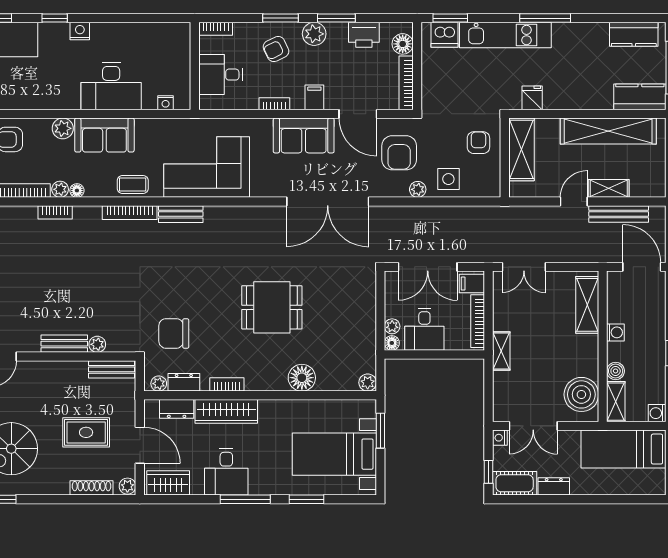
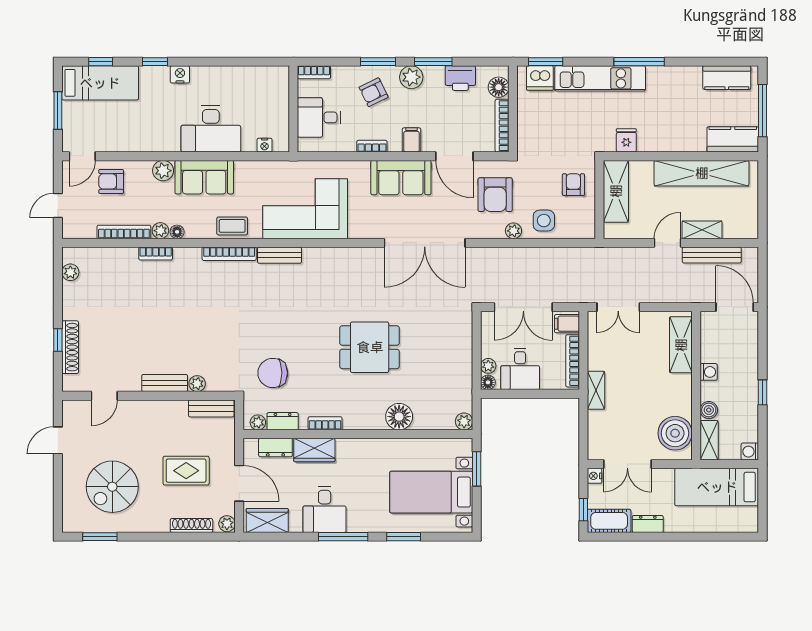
wardrobe: (226, 411) -> (314, 450), width x0.67

